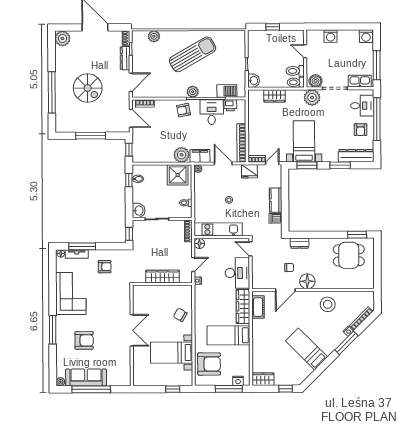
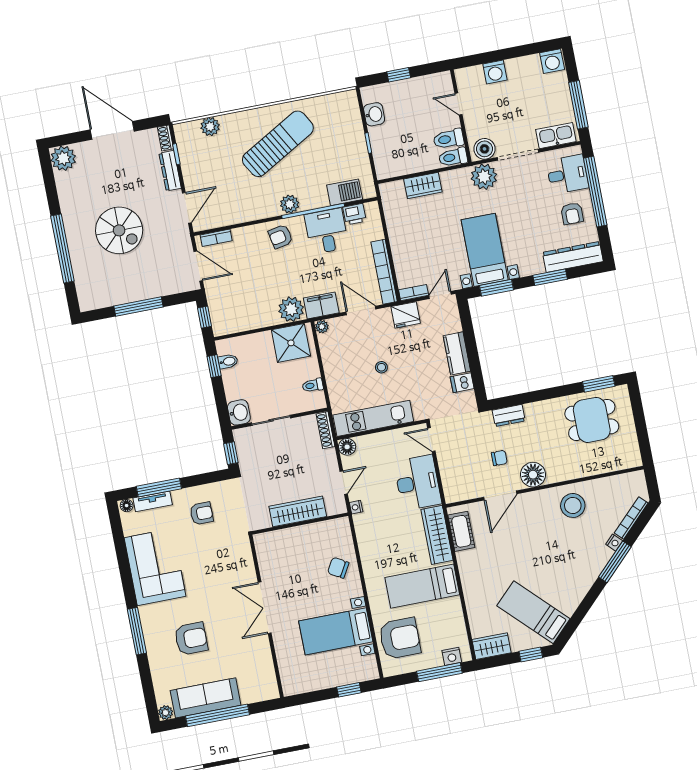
washbasin: (254, 81) -> (374, 114), moved
double door: (132, 330) -> (265, 608), swing flipped
bed: (307, 349) -> (533, 612), moved

